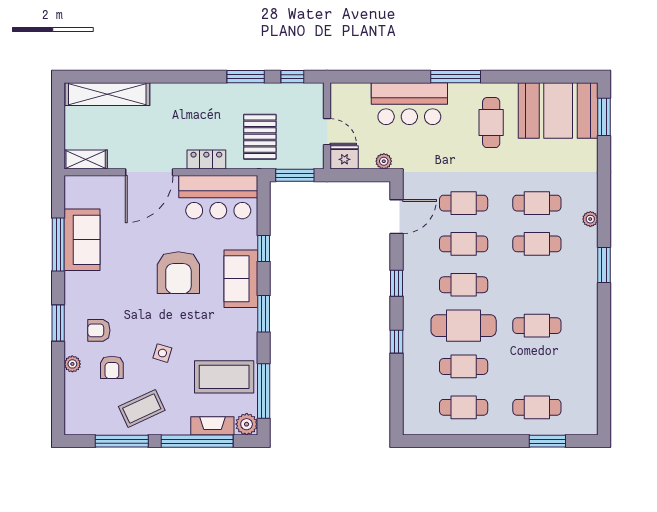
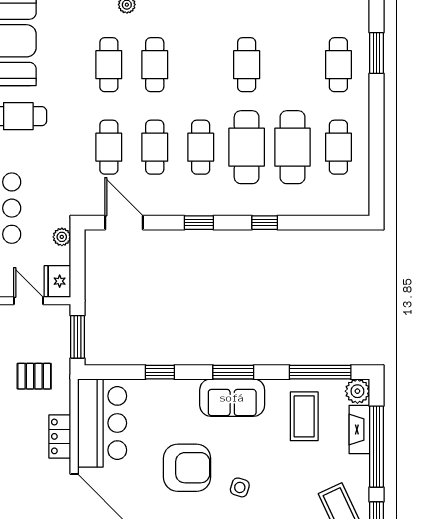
door: (327, 132) -> (29, 301), hinge flipped
pallet: (260, 137) -> (34, 376), width x0.67, depth x0.71
sofa: (241, 279) -> (232, 398), moved
side table: (162, 353) -> (240, 487), moved
cafe table: (464, 366) -> (293, 147), width x1.37, depth x1.35
coffee table: (224, 377) -> (304, 416), width x0.73, depth x0.76

